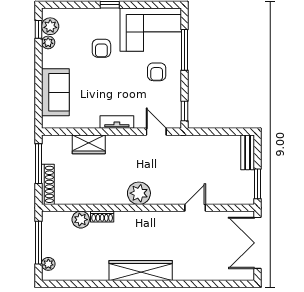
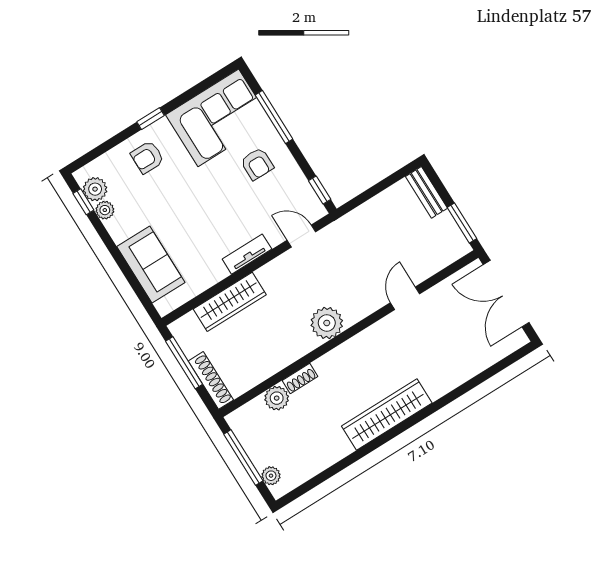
armchair: (101, 48) -> (147, 157), moved, turned 90
wardrobe: (89, 144) -> (230, 302), width x1.50

